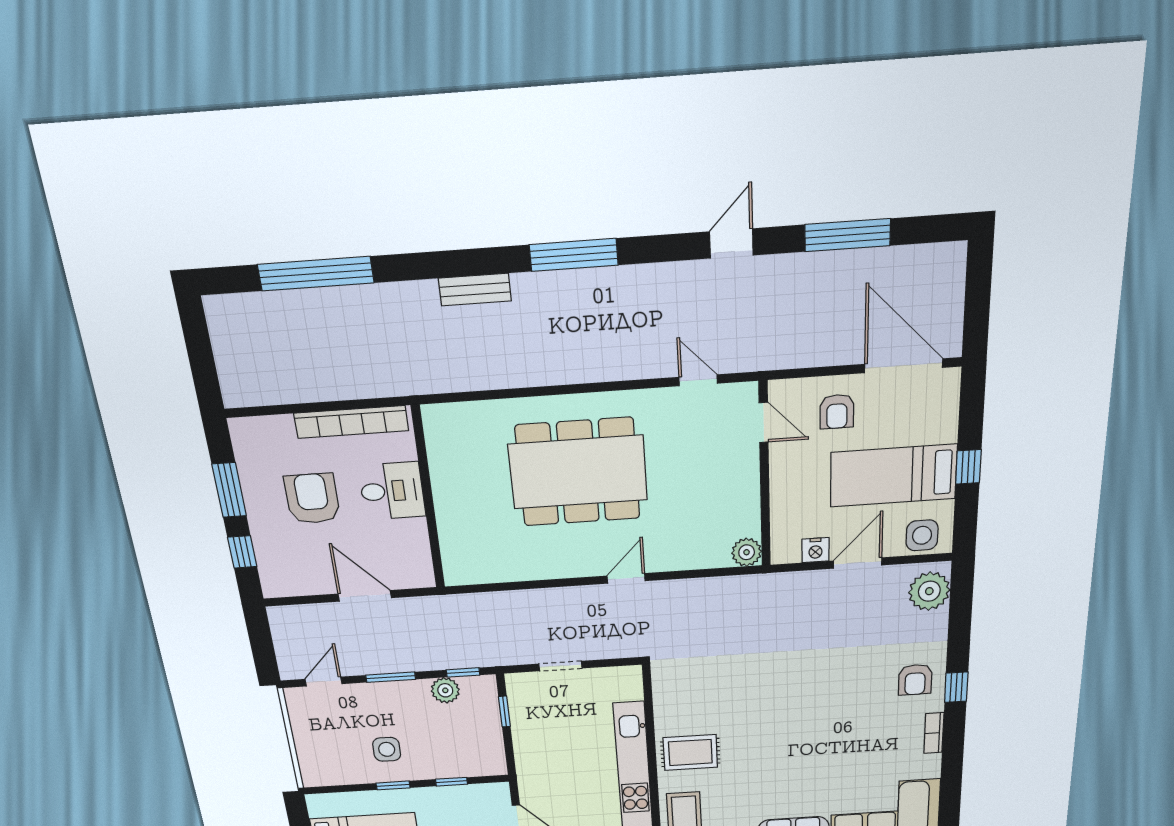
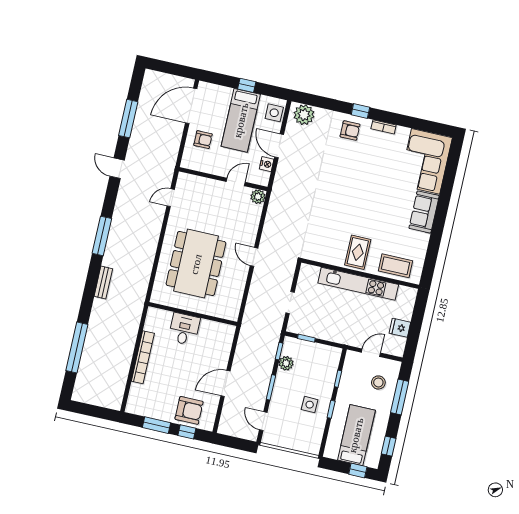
door: (764, 423) -> (236, 182), moved
desk: (392, 491) -> (184, 329), moved
armchair: (312, 499) -> (189, 410), moved, turned 180
wall: (428, 499) -> (193, 314), moved

